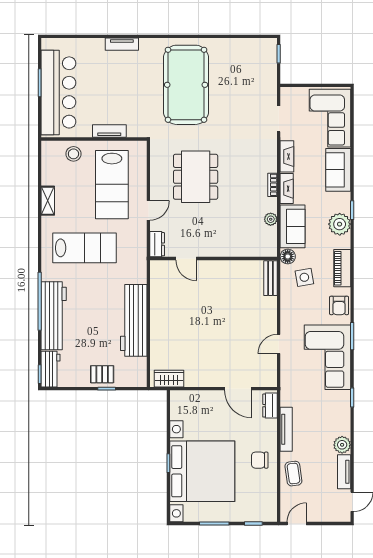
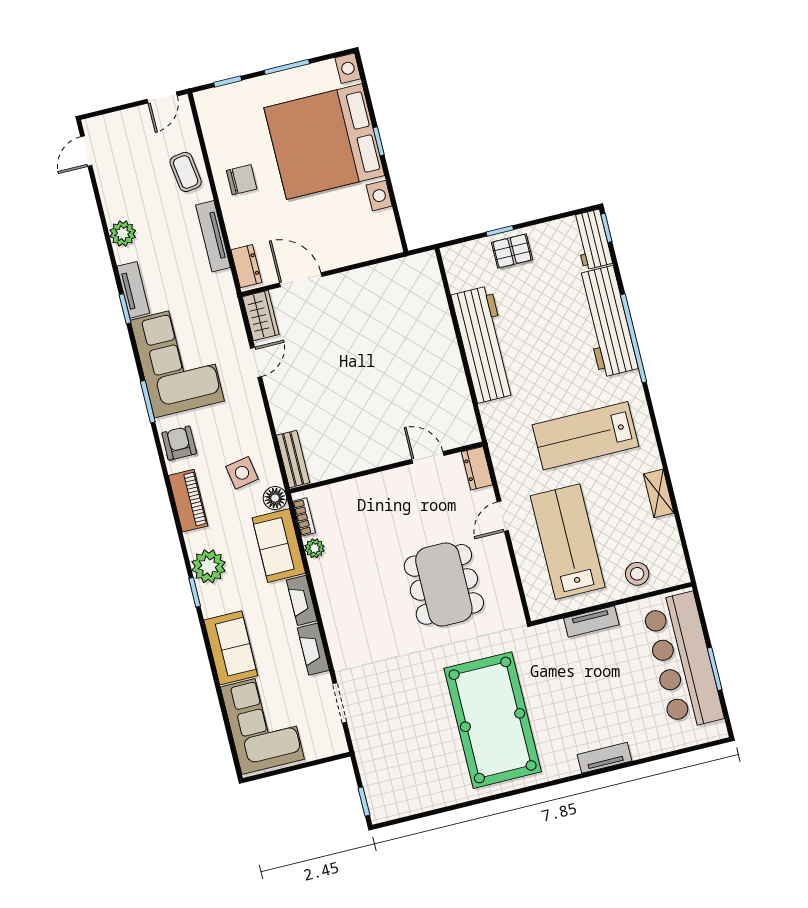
bookcase: (272, 185) -> (304, 517), moved
wardrobe: (169, 379) -> (261, 316), moved, turned -90
tv unit: (344, 472) -> (133, 290), moved

